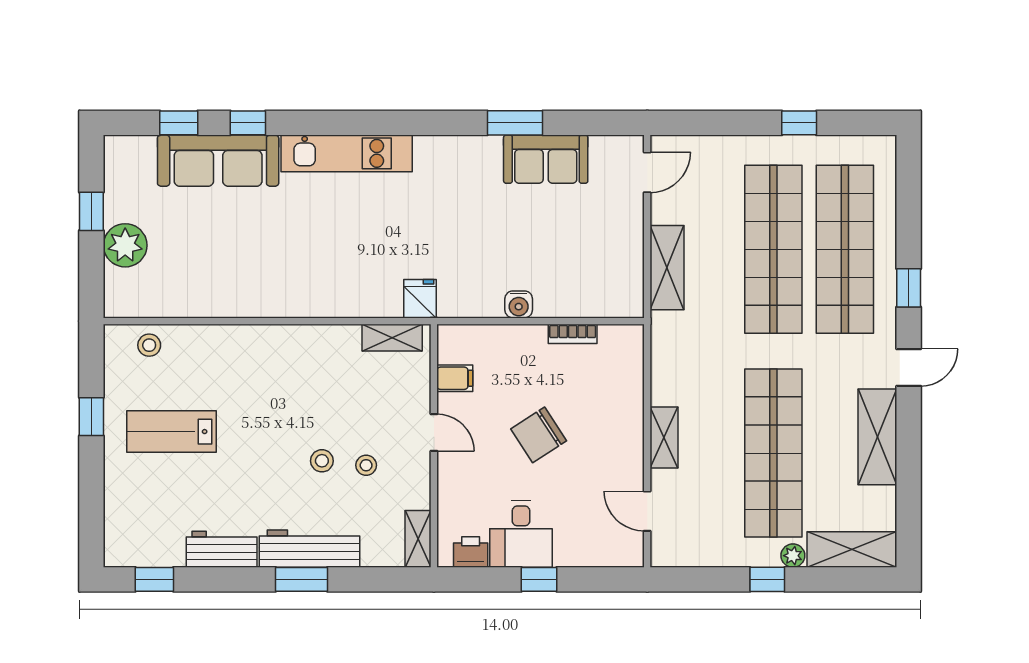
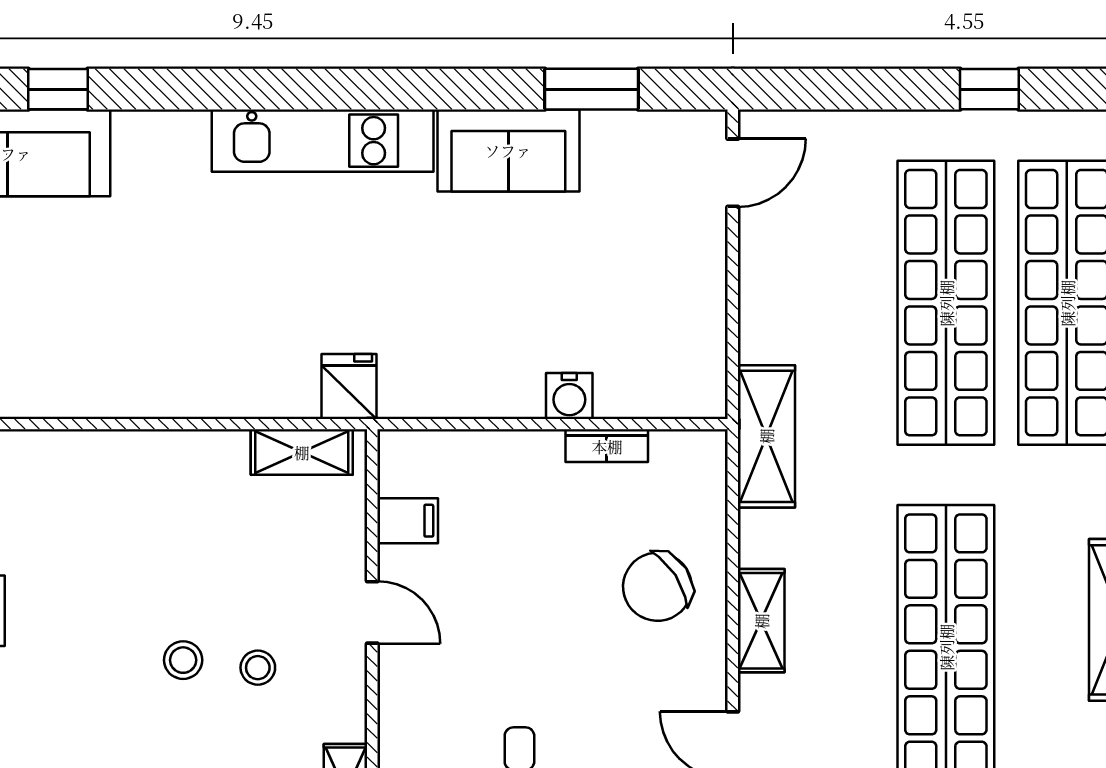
window: (515, 123) -> (592, 89), moved
kitchen unit: (347, 153) -> (323, 141), moved
sofa: (546, 159) -> (508, 150), moved
shelving: (667, 268) -> (766, 436), moved
water cooler: (519, 304) -> (569, 396), moved
chair: (539, 435) -> (657, 587), moved

